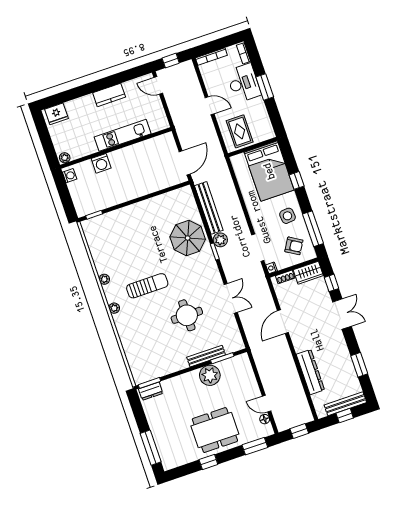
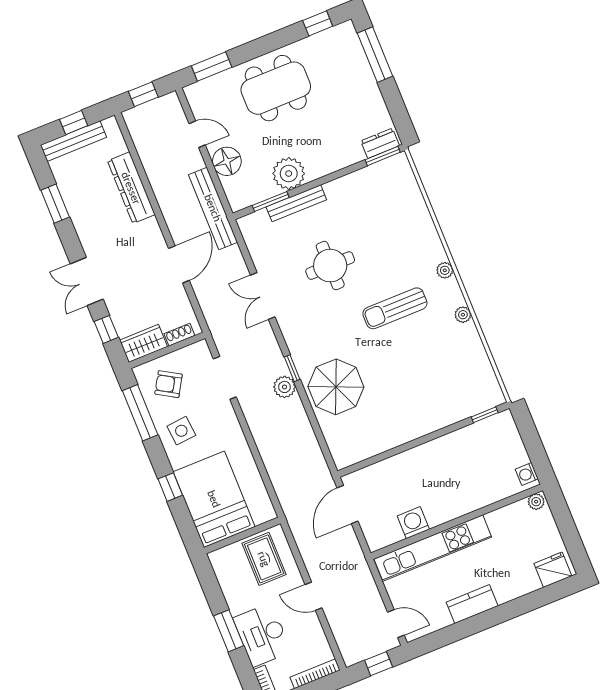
kitchen unit: (123, 135) -> (433, 548), width x1.36
washing machine: (101, 163) -> (413, 523), moved
bench: (209, 208) -> (213, 208), moved
nightstand: (272, 268) -> (202, 348), removed
floor lamp: (265, 419) -> (227, 161), moved, width x1.89, depth x1.89
window: (208, 462) -> (318, 23), moved

